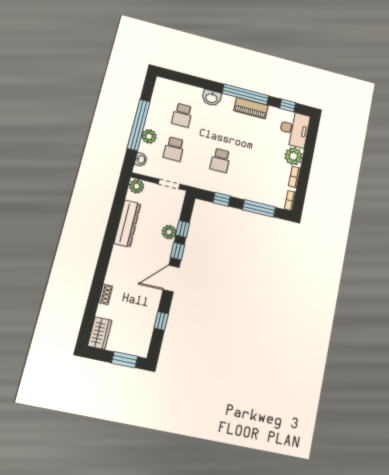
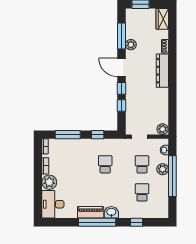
washbasin: (211, 98) -> (111, 212), moved
window: (288, 106) -> (137, 222), moved
dresser: (127, 223) -> (162, 71), moved
plant: (169, 232) -> (131, 45), moved
door: (171, 279) -> (121, 67), swing flipped
window: (161, 321) -> (121, 36), width x2.17

